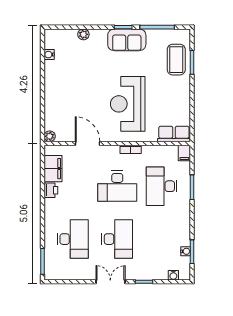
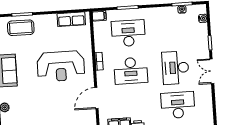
row of seats: (174, 134) -> (71, 19), moved, turned -90
desk: (117, 186) -> (131, 71), turned 90
desk: (162, 186) -> (128, 33), turned 180
desk: (117, 239) -> (175, 68), turned -90

